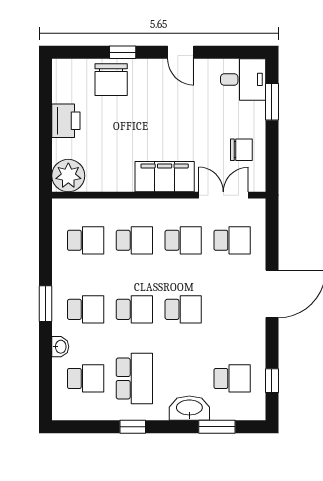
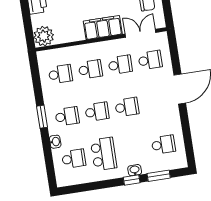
window: (272, 381) -> (188, 142), removed
washbasin: (189, 408) -> (135, 170), width x0.52, depth x0.69
window: (133, 427) -> (132, 180), moved

